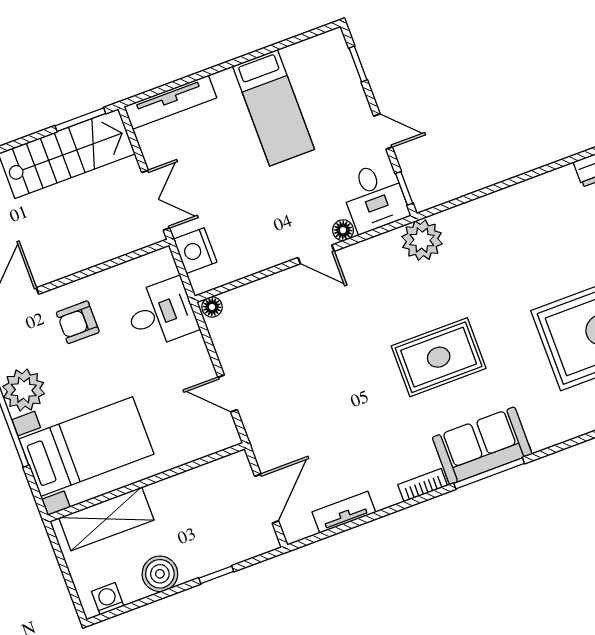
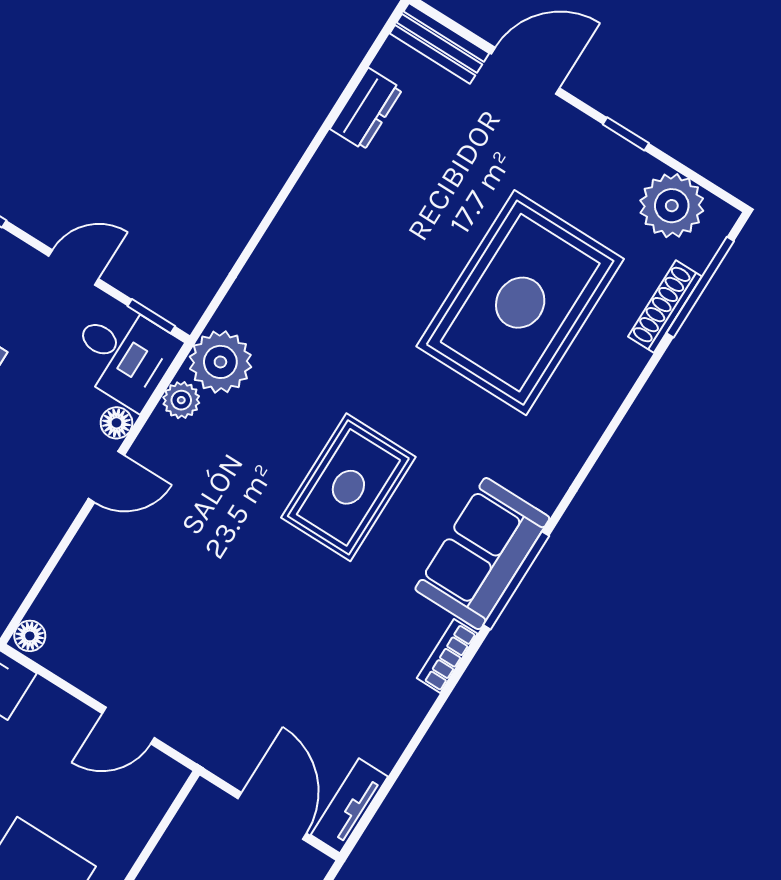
plant: (386, 244) -> (181, 400), added
tv unit: (344, 512) -> (349, 806), moved

